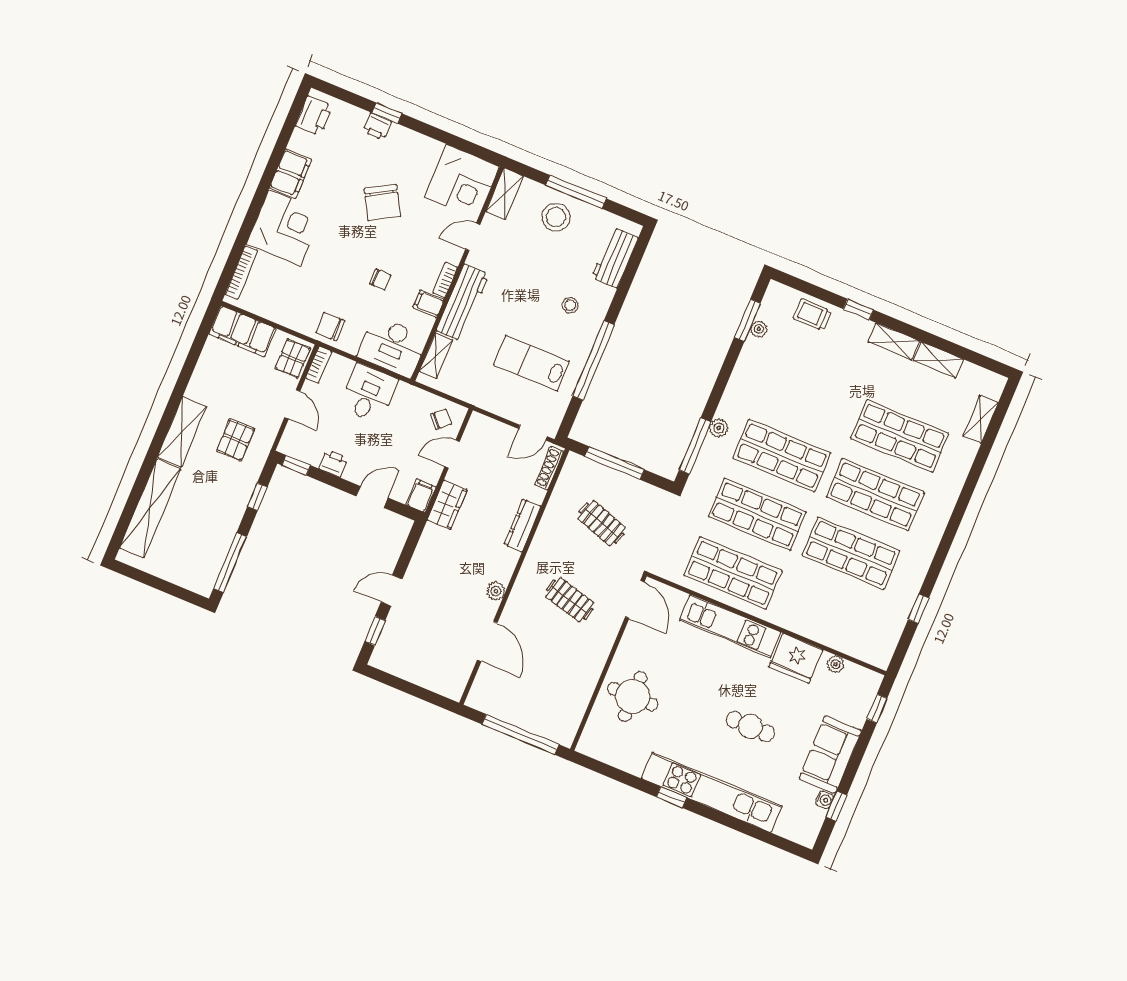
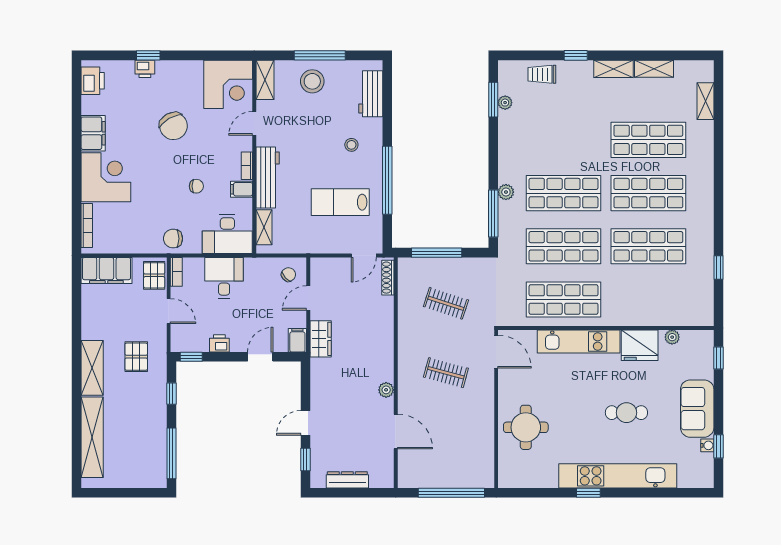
dresser: (523, 525) -> (347, 480), moved, turned 90

